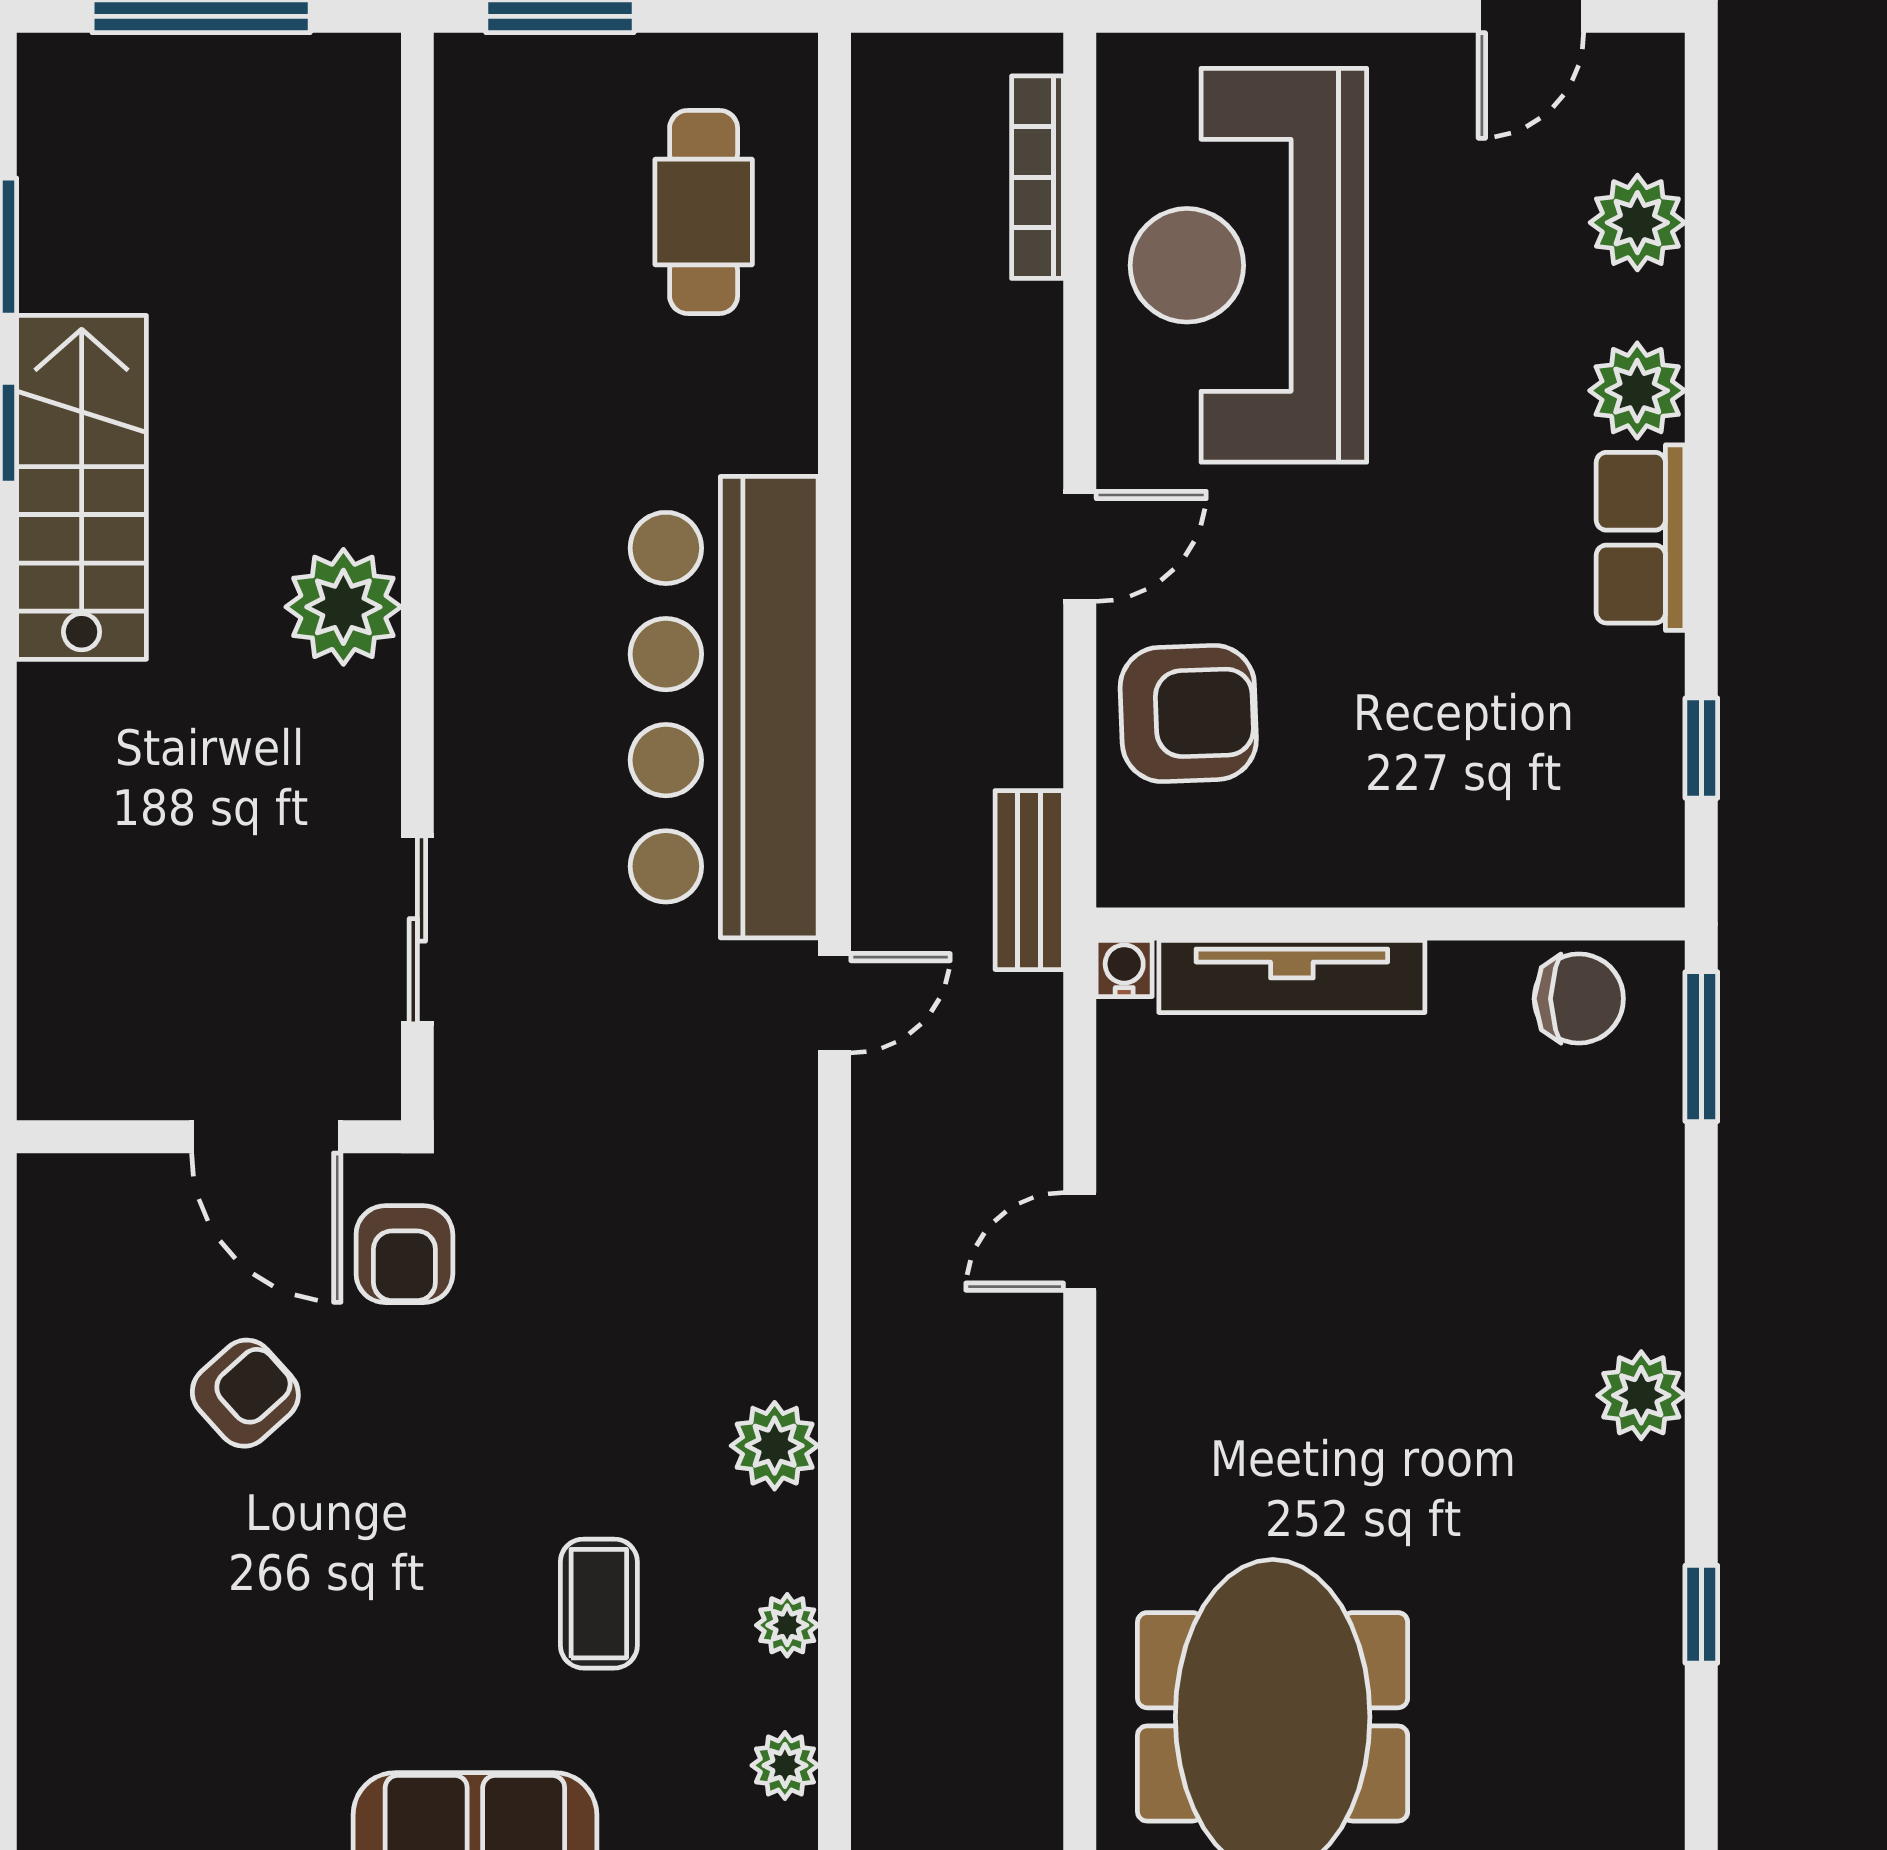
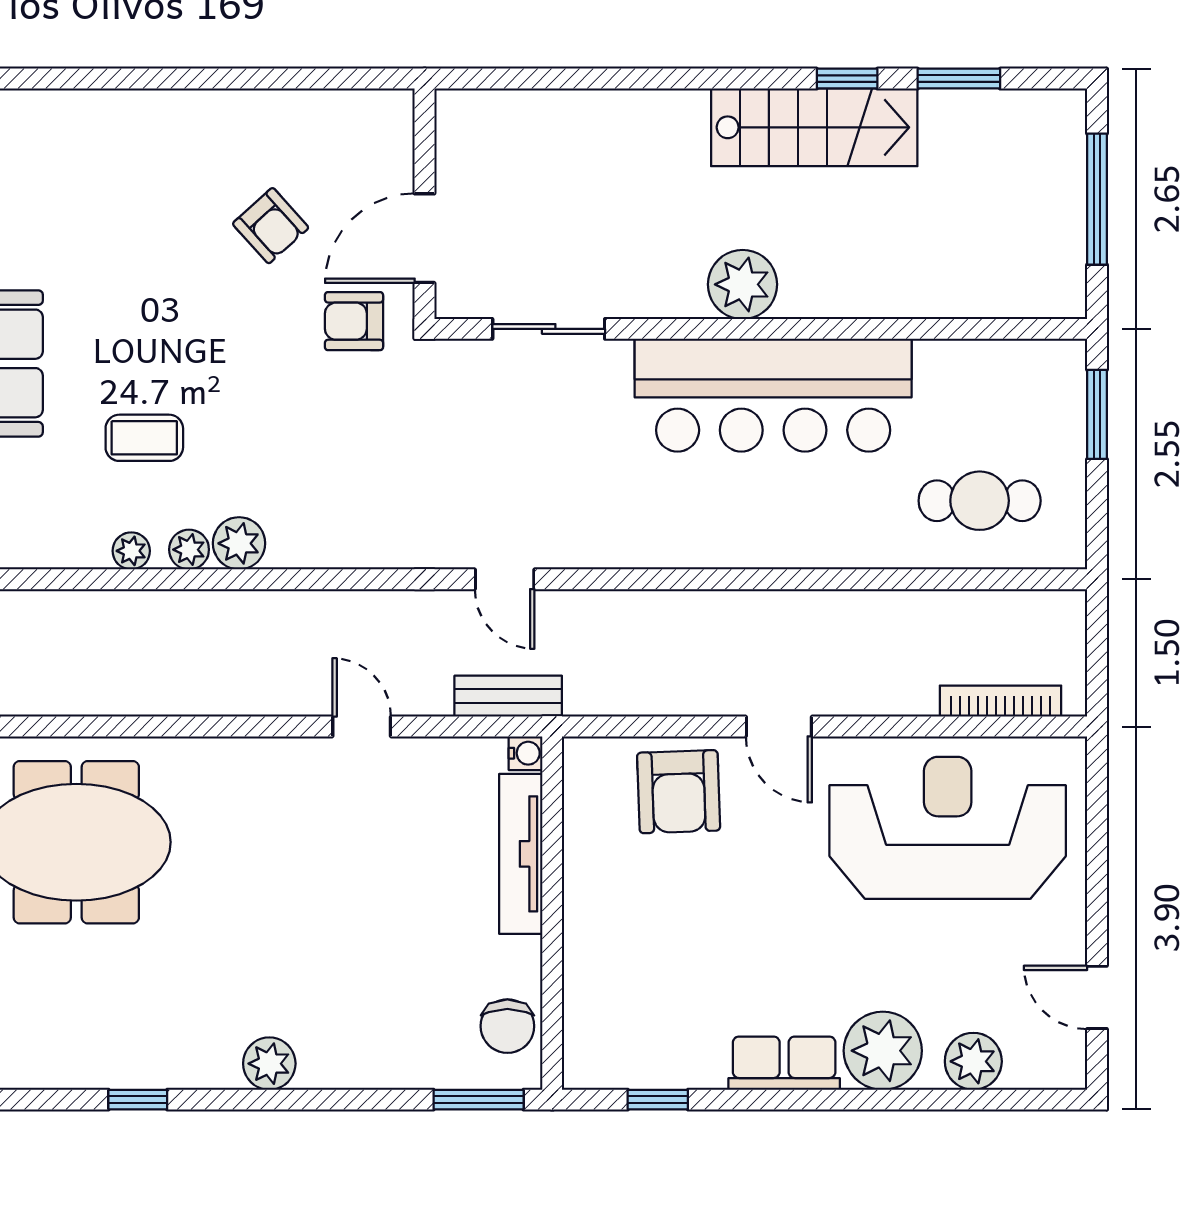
plant: (1637, 391) -> (883, 1051), width x1.36, depth x1.36
bar counter: (724, 707) -> (773, 395), moved, turned 180
bench: (1029, 880) -> (508, 696), moved
plant: (785, 1765) -> (189, 550), moved

